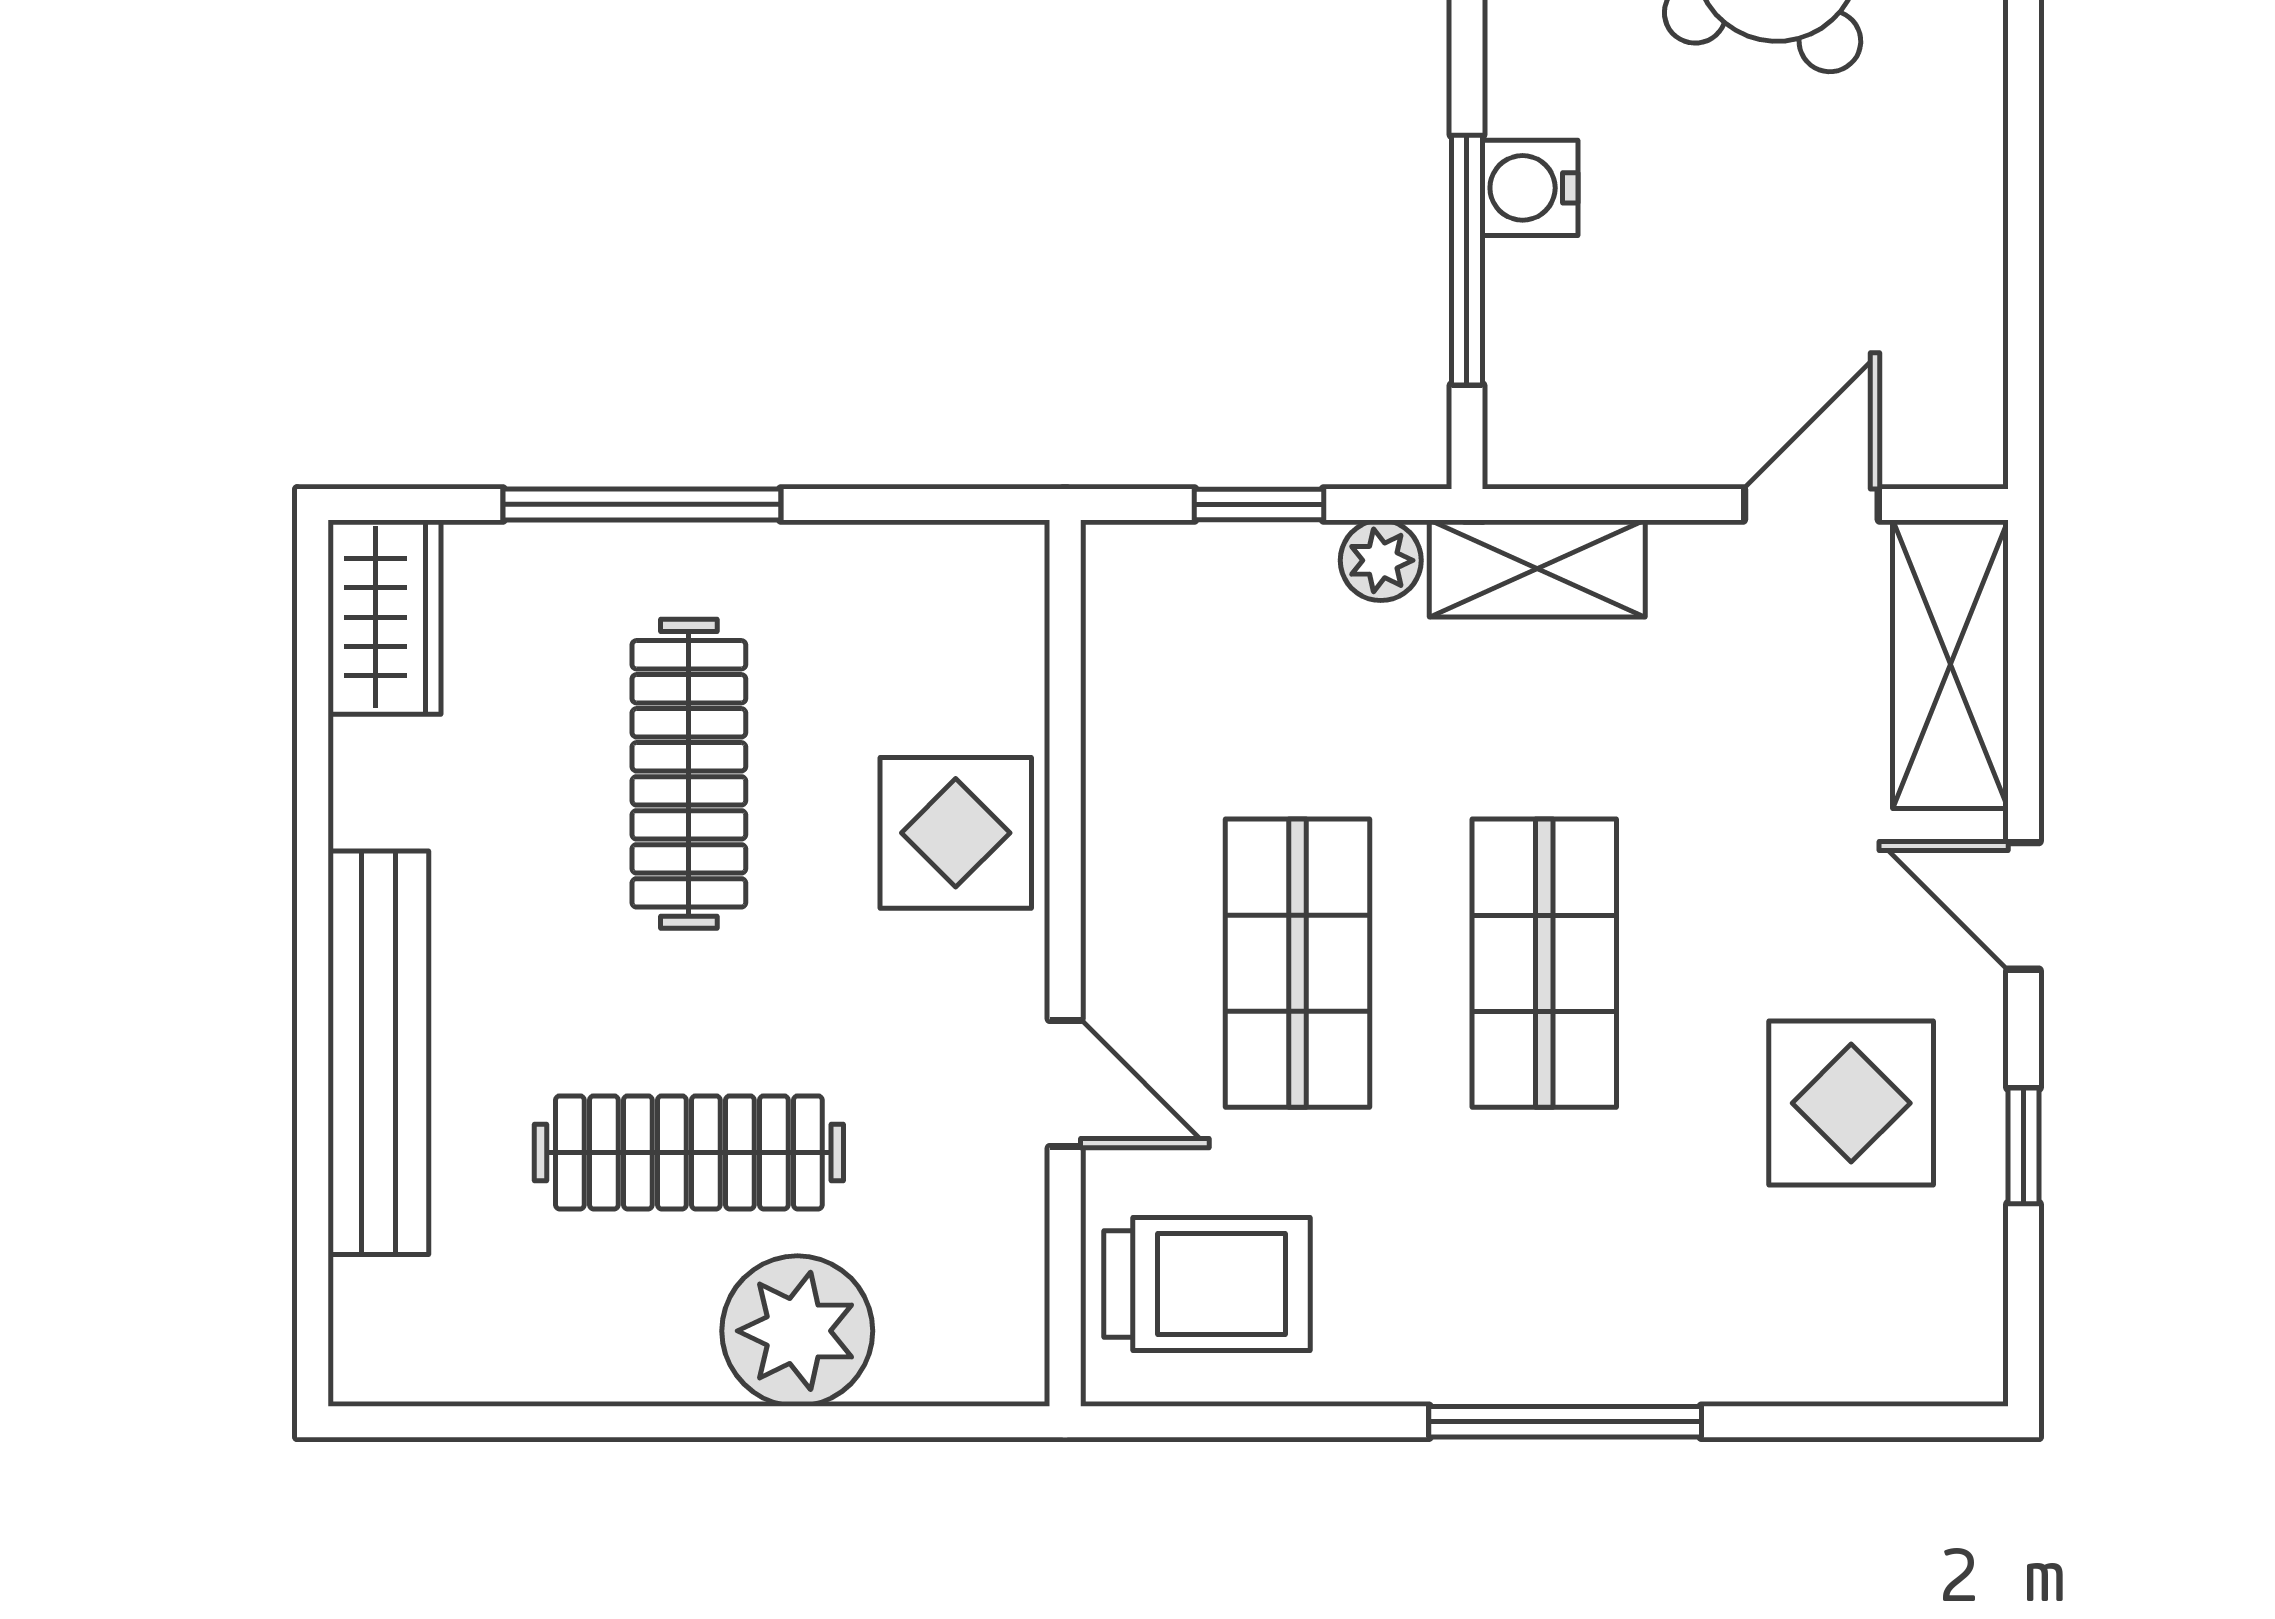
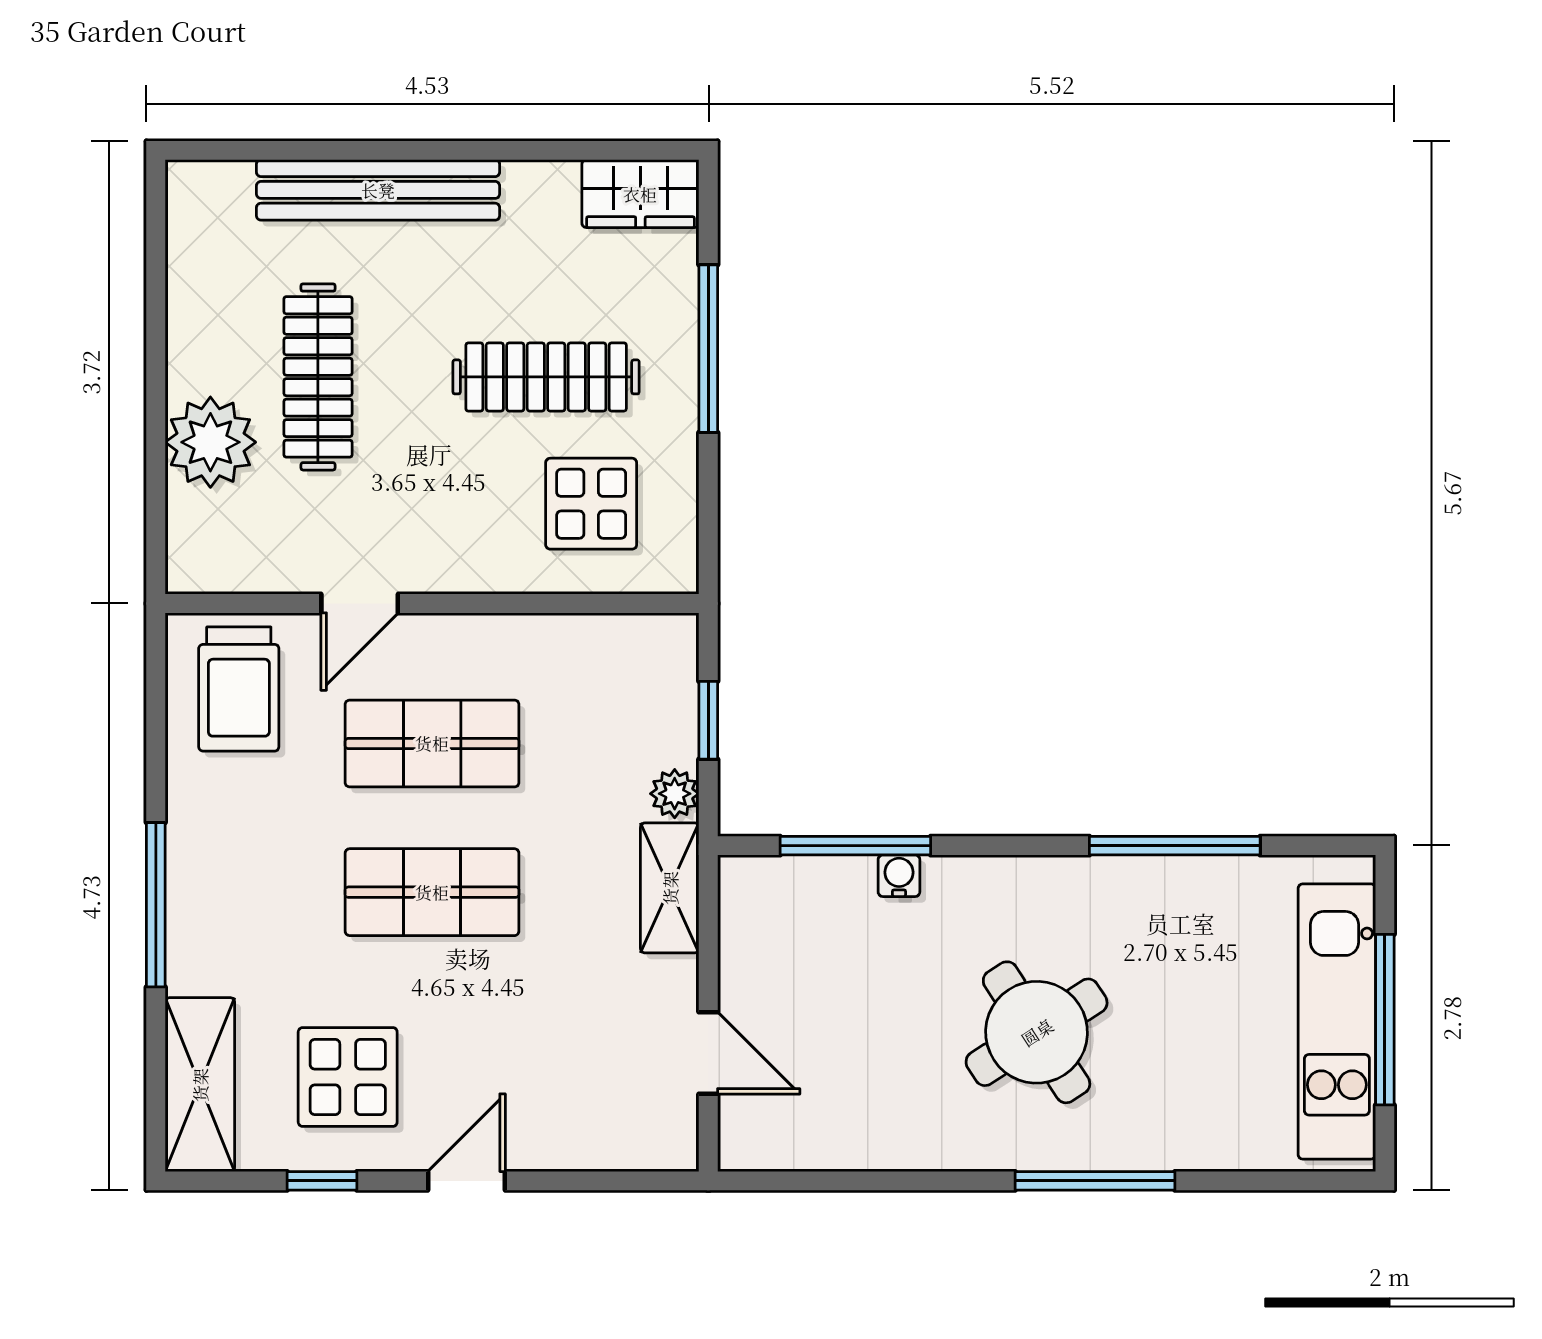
water cooler: (1530, 188) -> (899, 876), width x0.72, depth x0.72
shelving: (1950, 664) -> (200, 1085), moved, turned 90
display table: (956, 833) -> (591, 504), moved

